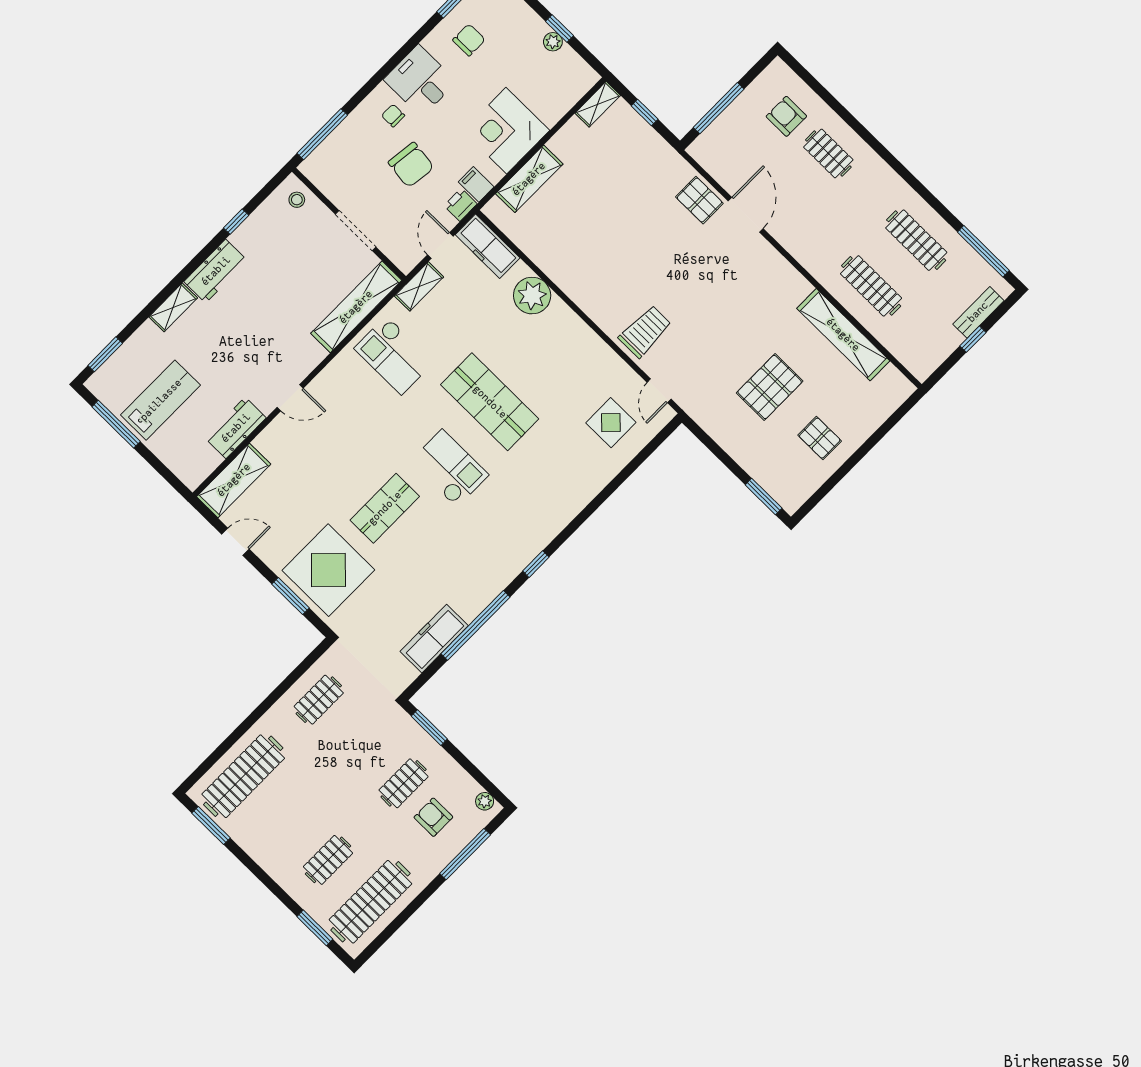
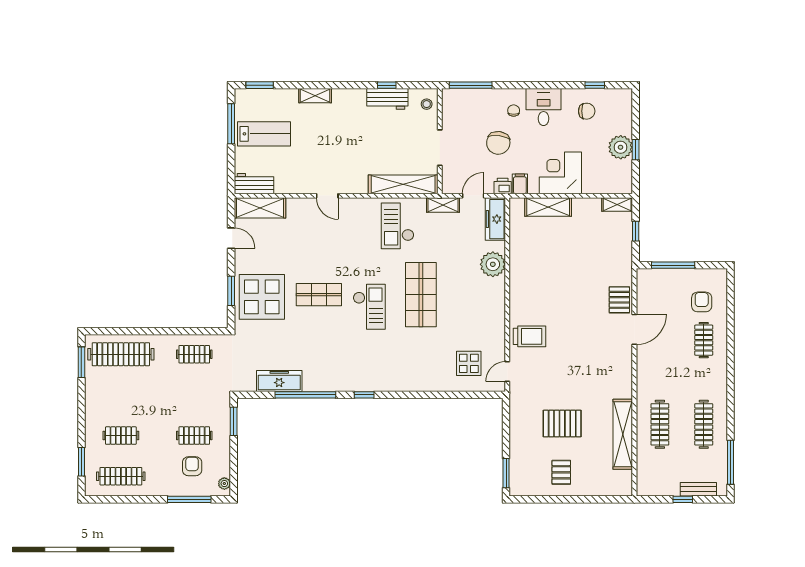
plant: (553, 42) -> (621, 147), width x1.88, depth x1.88
workbench: (216, 271) -> (387, 99), moved
workbench: (236, 428) -> (254, 184), moved
clothes rail: (370, 902) -> (121, 476), width x0.73, depth x0.76

